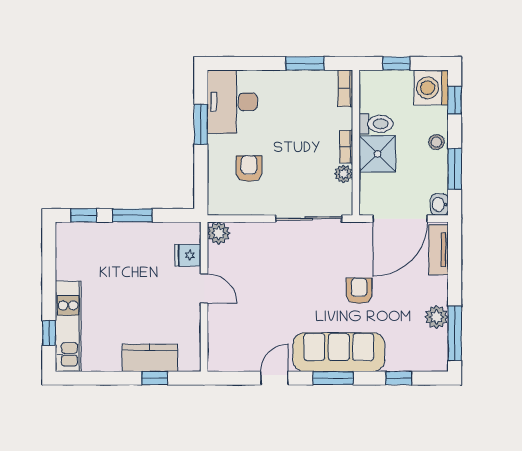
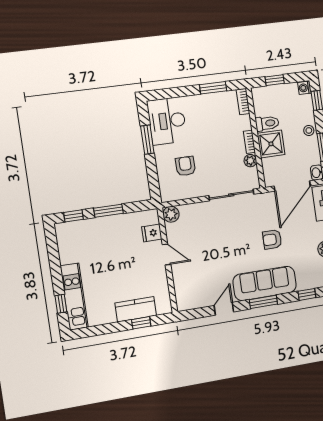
washing machine: (431, 88) -> (304, 88), width x0.53, depth x0.53
armchair: (359, 291) -> (272, 239), turned -90

